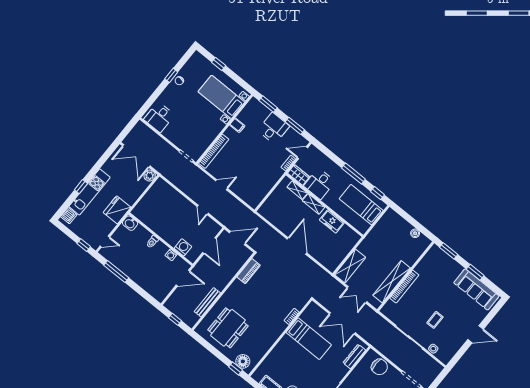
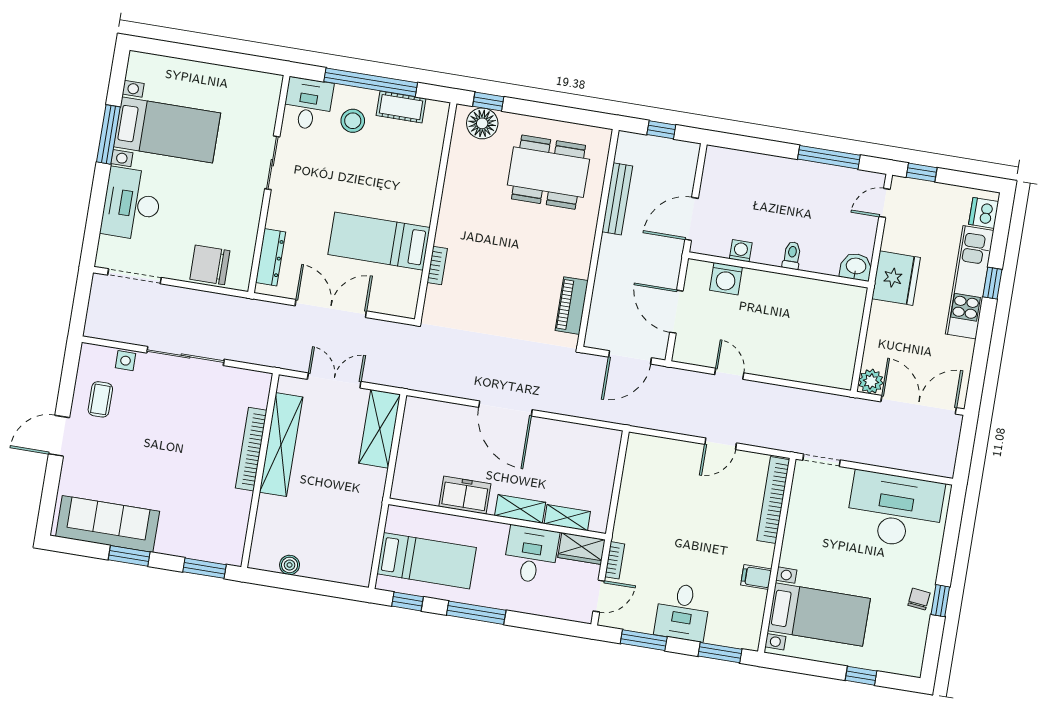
desk: (159, 117) -> (895, 510), width x1.87, depth x1.30
coffee table: (435, 320) -> (100, 399), moved
dining table: (228, 328) -> (548, 172), turned 90

